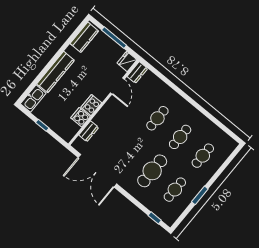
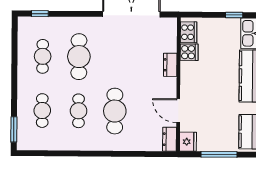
cooker: (91, 105) -> (189, 32), moved
cafe table: (157, 118) -> (115, 111), width x1.37, depth x1.35
window: (42, 125) -> (234, 15), moved
dresser: (89, 131) -> (170, 65), moved
window: (200, 195) -> (14, 129), moved

